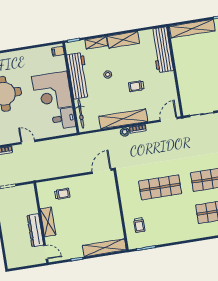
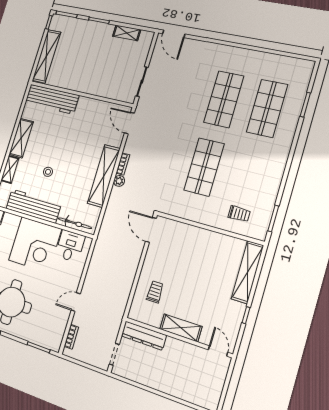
trolley: (136, 86) -> (76, 145), removed
dresser: (35, 230) -> (144, 336), moved
door: (46, 252) -> (218, 351), hinge flipped

